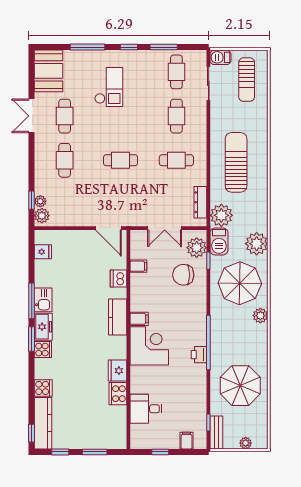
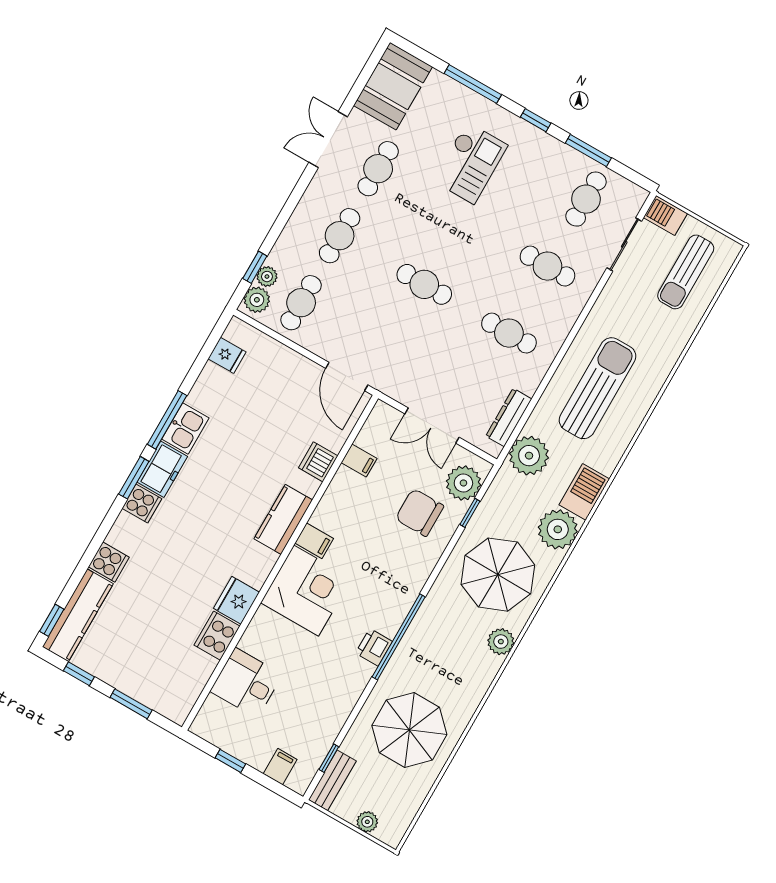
cafe table: (176, 116) -> (547, 266), turned 90
cafe table: (65, 205) -> (301, 303), added
barbecue: (219, 241) -> (584, 492), moved, turned 180

